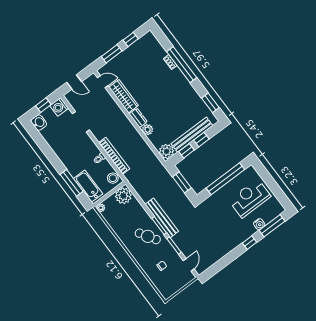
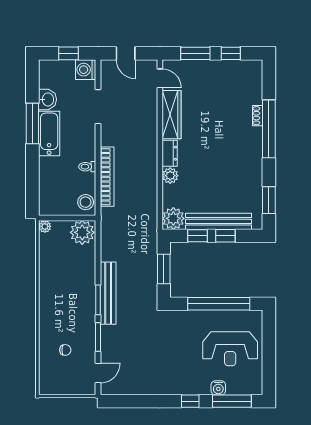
washbasin: (39, 123) -> (47, 99), moved
window: (72, 183) -> (32, 124), moved
bathtub: (88, 186) -> (49, 133), moved
reception desk: (250, 198) -> (230, 349), turned 180
cafe table: (148, 236) -> (75, 303), removed

